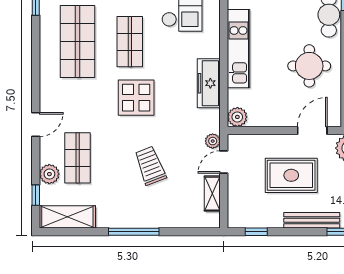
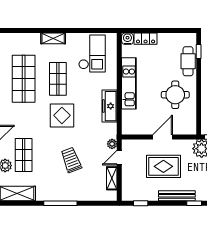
plant: (237, 117) -> (128, 128), removed
door: (312, 130) -> (163, 137), moved

